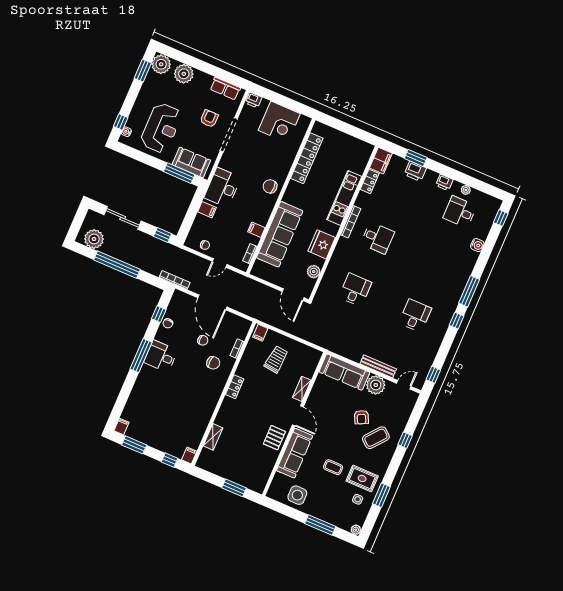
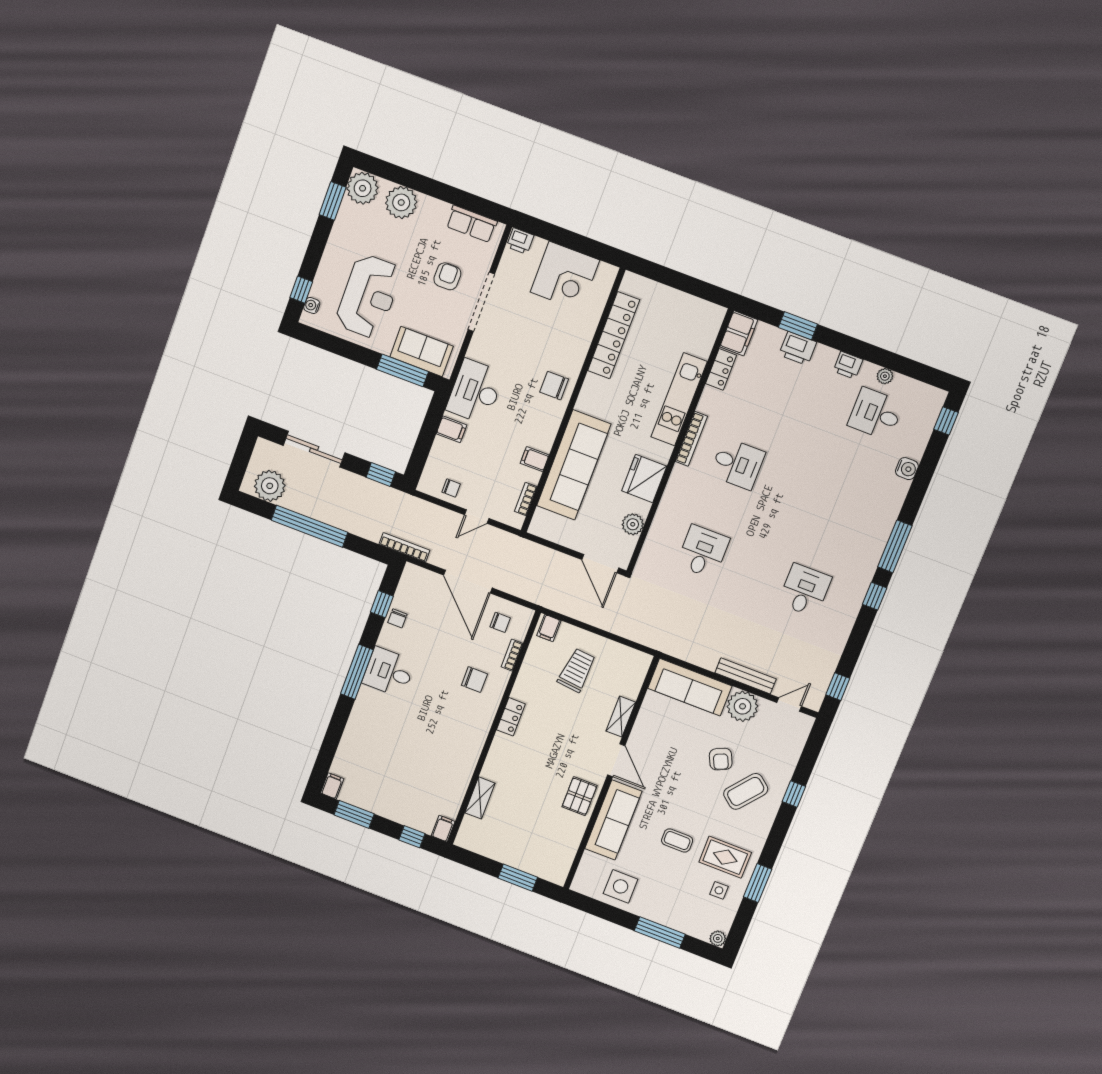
chair: (203, 340) -> (500, 622), moved

